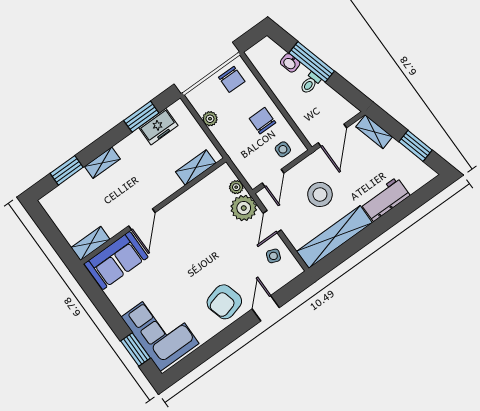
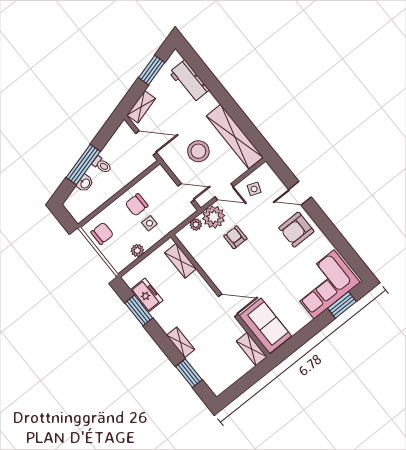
side table: (283, 149) -> (149, 223), moved
workbench: (385, 199) -> (189, 81), moved
armchair: (219, 232) -> (235, 237), added
armchair: (224, 302) -> (296, 230), turned 105

